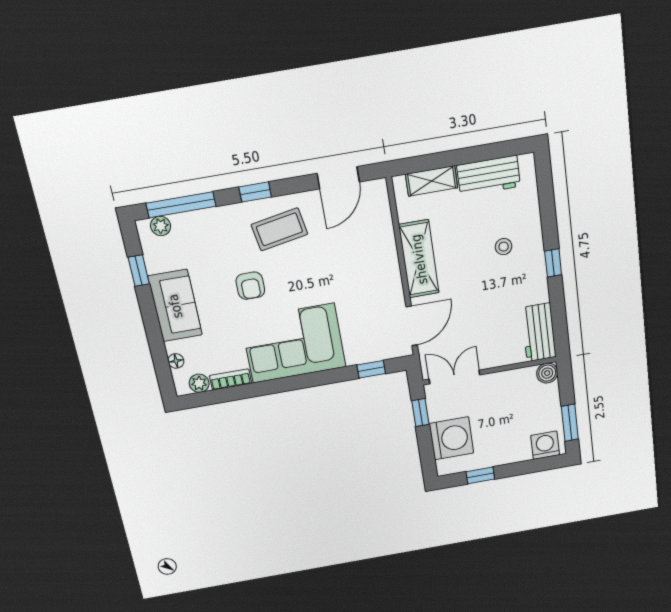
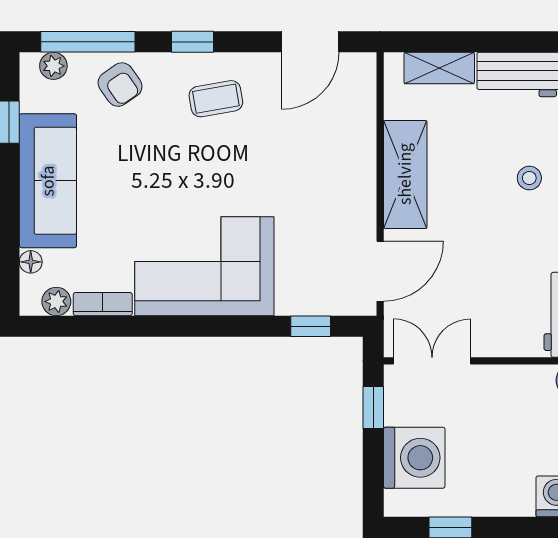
coffee table: (279, 229) -> (216, 99), width x0.73, depth x0.77
armchair: (250, 286) -> (120, 85), moved, turned -35
sofa: (175, 306) -> (48, 181), width x1.36

